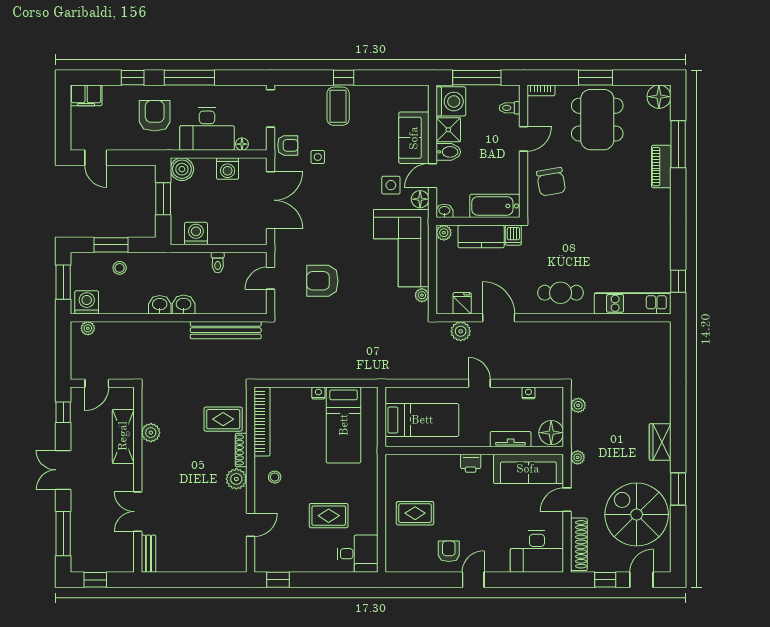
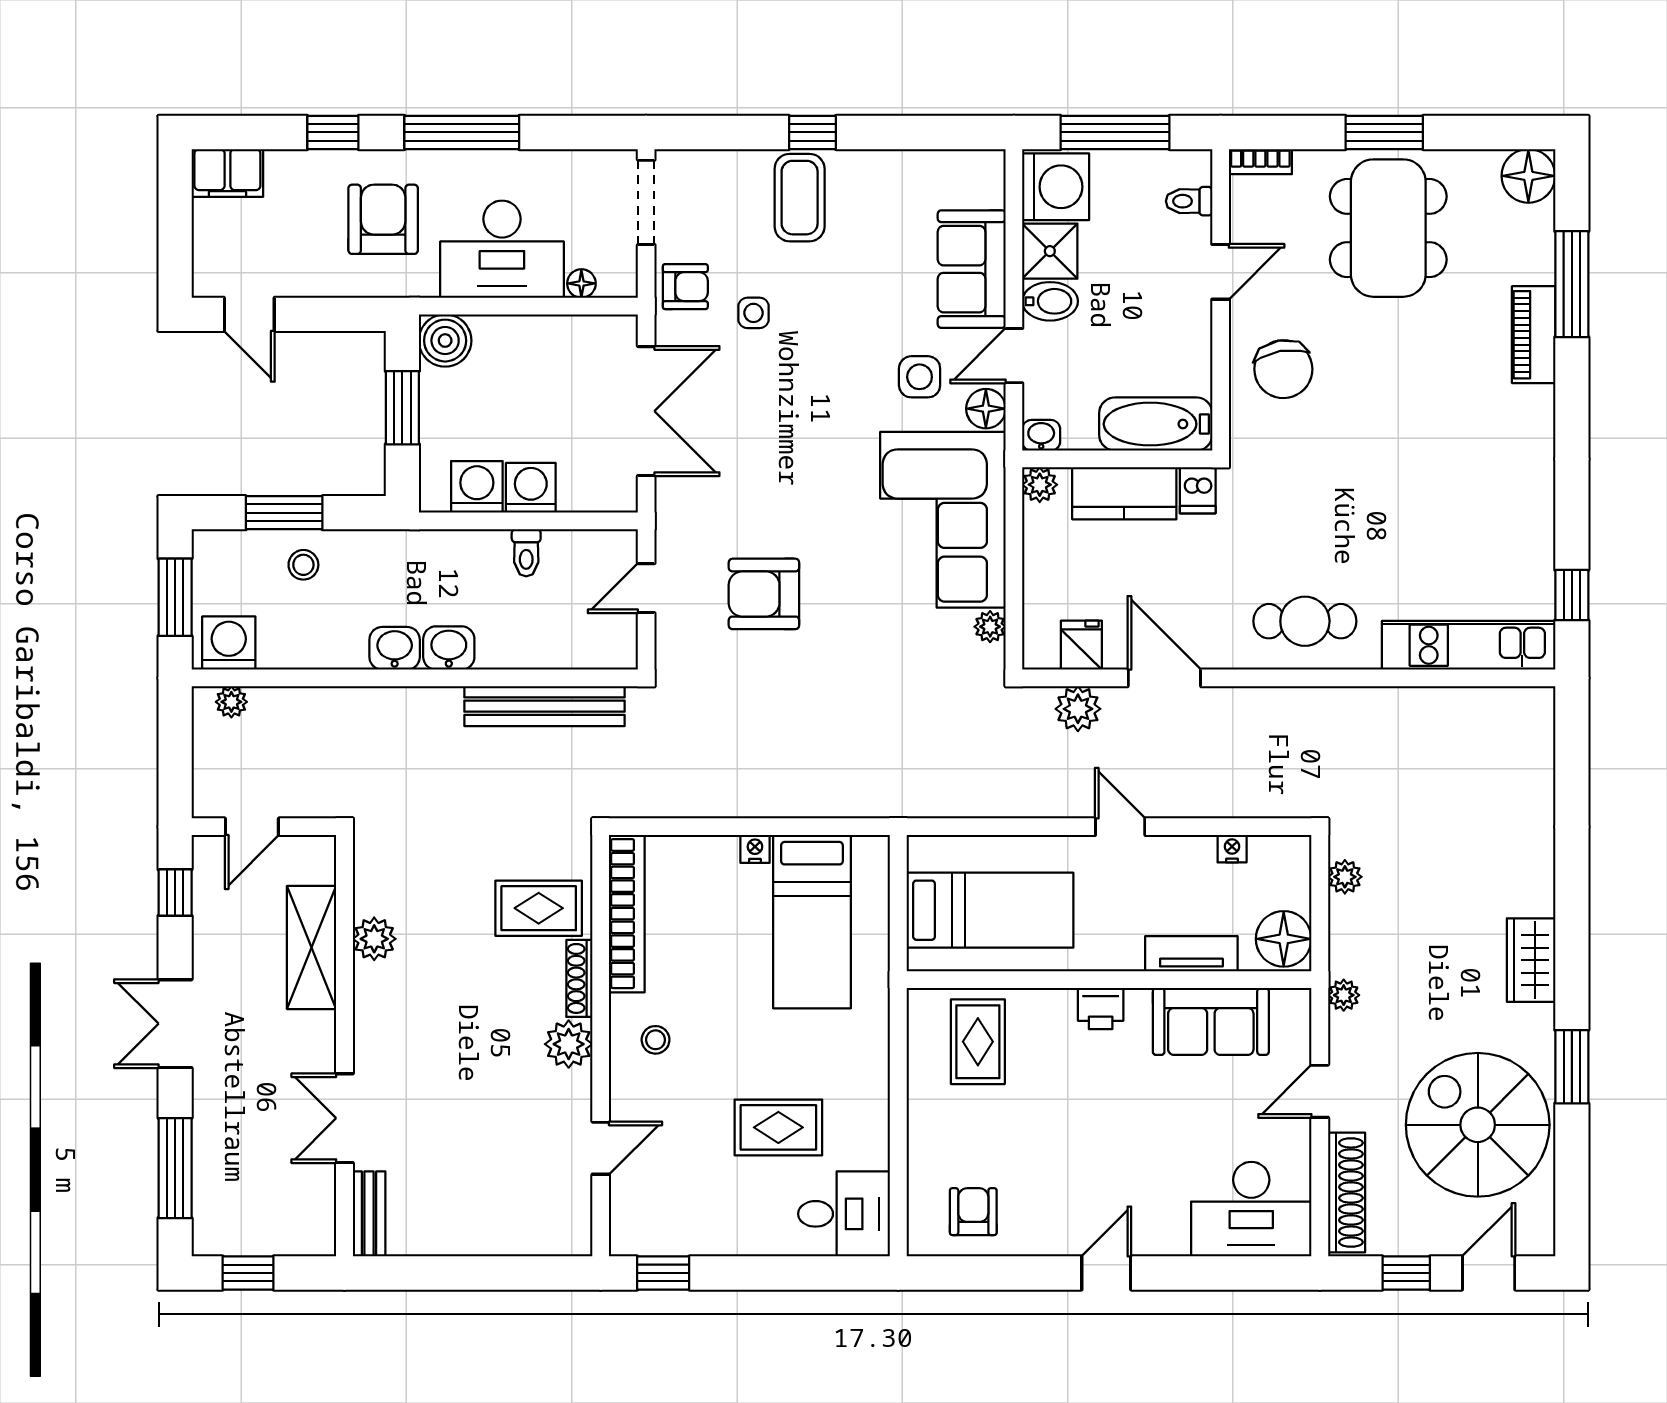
washing machine: (228, 169) -> (531, 488), moved, turned 180
sofa: (528, 469) -> (1211, 1021), width x0.73
rug: (415, 513) -> (978, 1042), moved, turned 90
armchair: (449, 551) -> (973, 1212), moved

